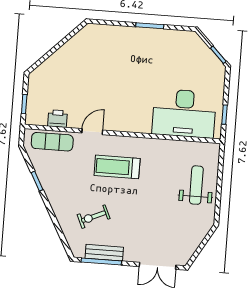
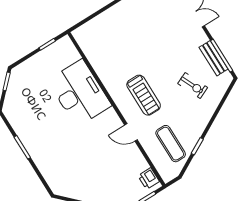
desk: (184, 113) -> (79, 93), moved
printer: (57, 119) -> (149, 179), moved
exercise mat: (52, 142) -> (171, 144), moved
weight bench: (196, 185) -> (114, 27), removed

